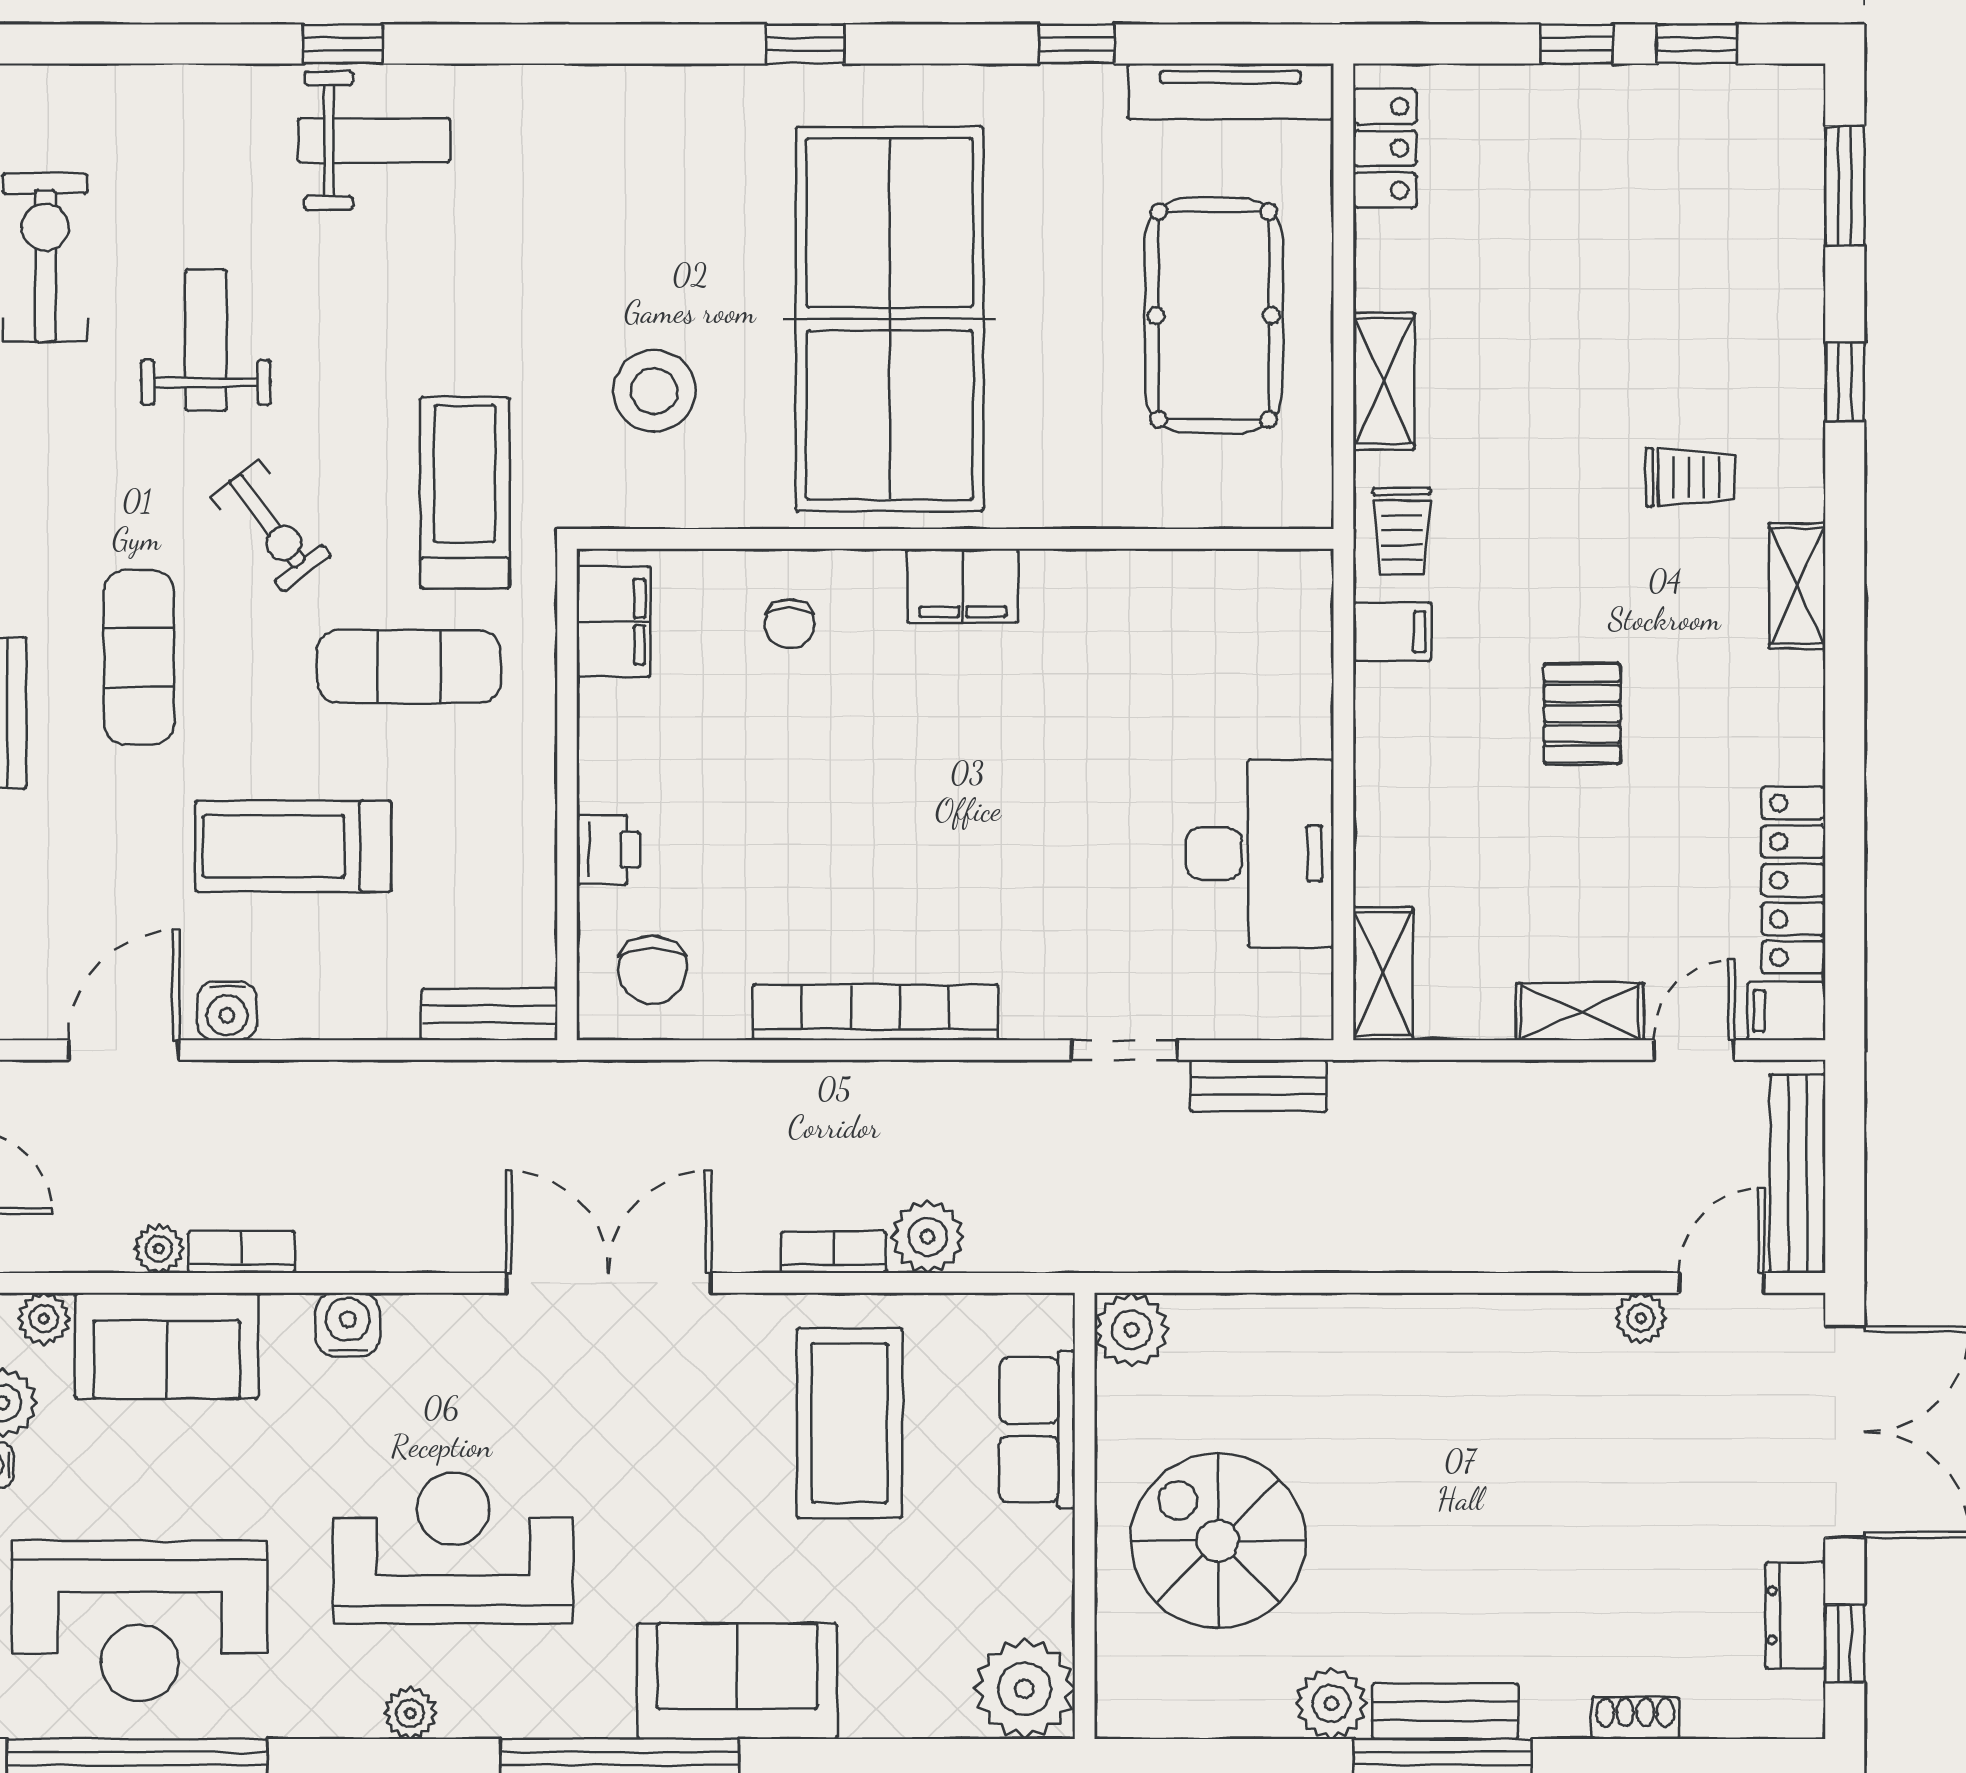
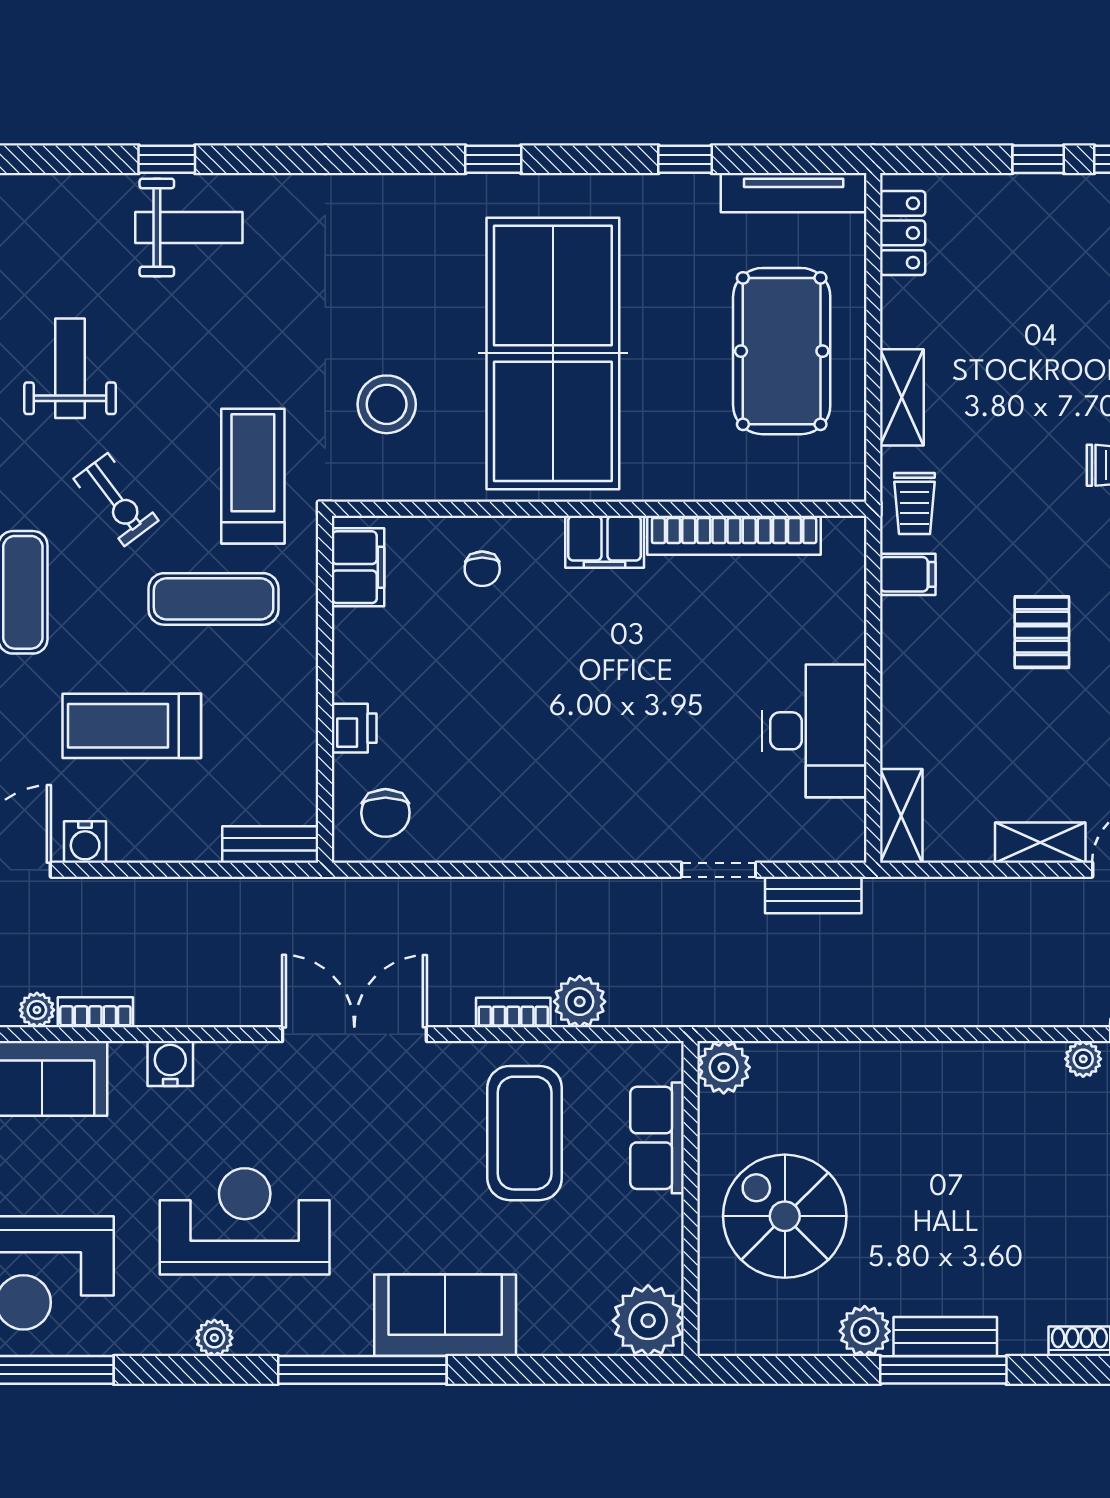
bookcase: (876, 1012) -> (734, 535), moved, turned 180

